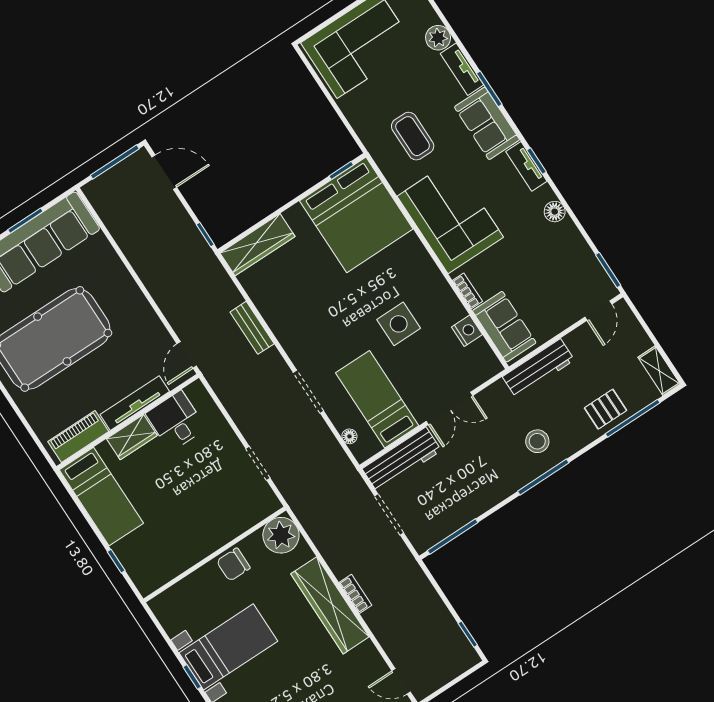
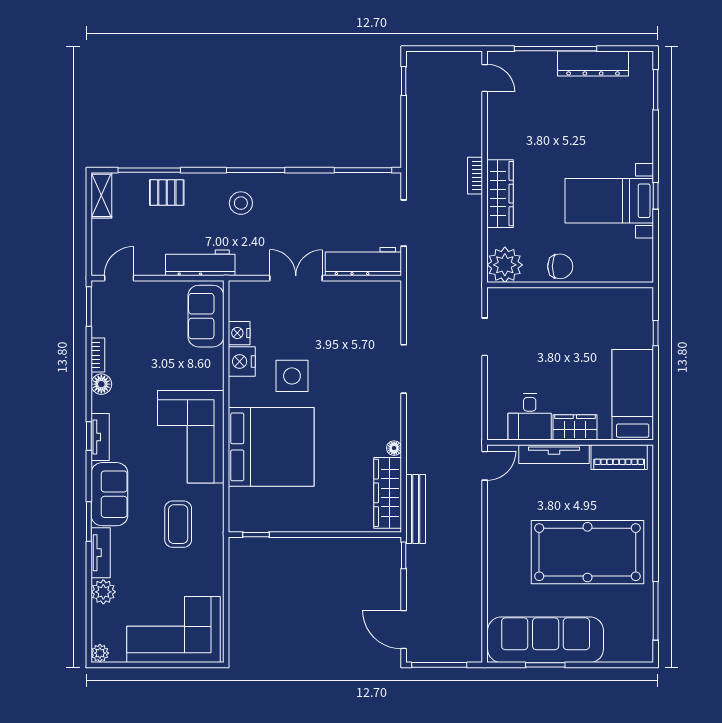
bed: (356, 215) -> (271, 447), moved, turned 90
wardrobe: (258, 245) -> (388, 493), moved, turned -90
bookcase: (467, 291) -> (98, 355), moved, turned 180
nightstand: (449, 308) -> (242, 362), added
bench: (252, 328) -> (416, 509), moved, width x1.36
bed: (377, 399) -> (351, 325), removed
floor lamp: (349, 436) -> (394, 448), moved
wardrobe: (330, 605) -> (500, 194), width x0.71, depth x0.85

